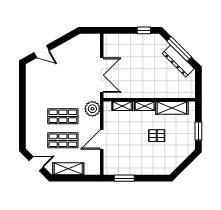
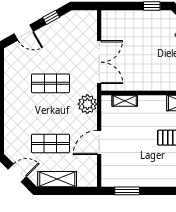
window: (63, 39) -> (51, 17), added
shelving: (145, 106) -> (153, 101), removed
shop shelf: (63, 116) -> (50, 83), moved

